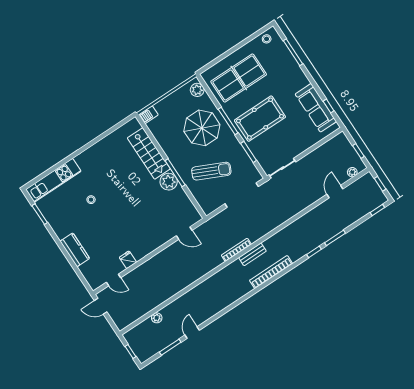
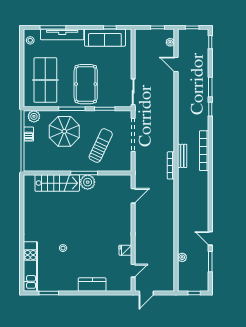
tv unit: (292, 65) -> (62, 34), added
barbecue: (148, 115) -> (28, 134), moved

